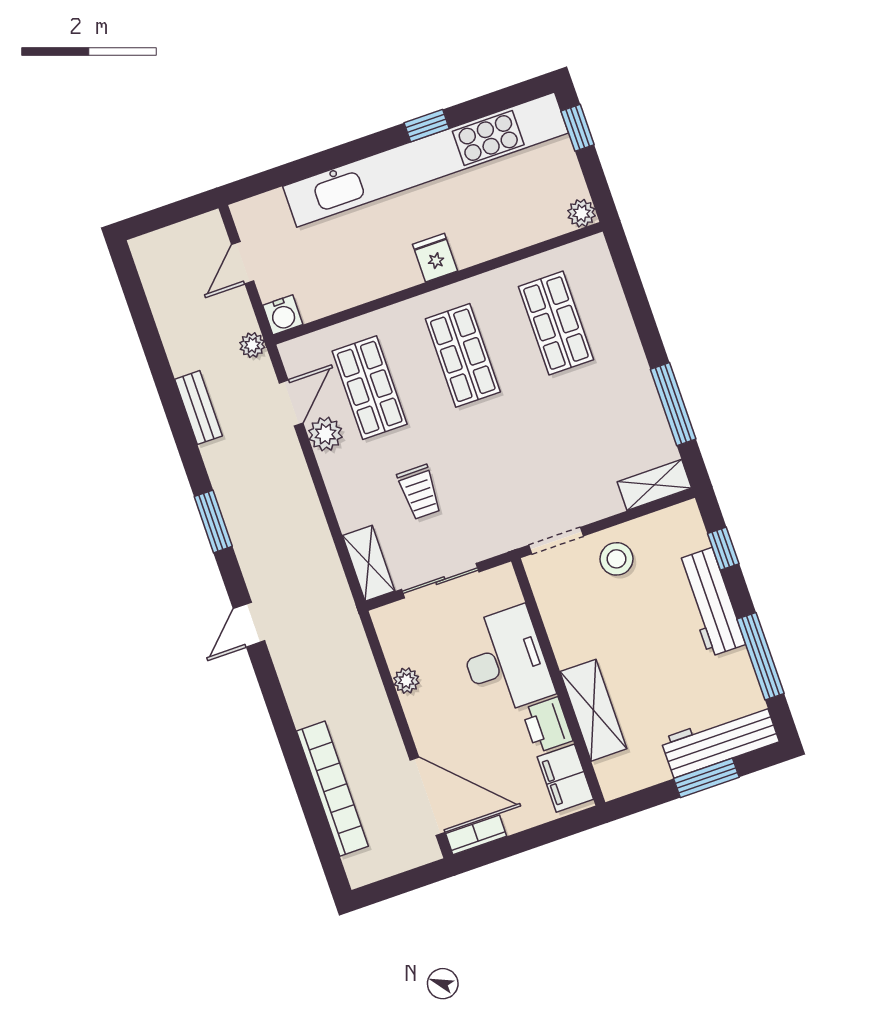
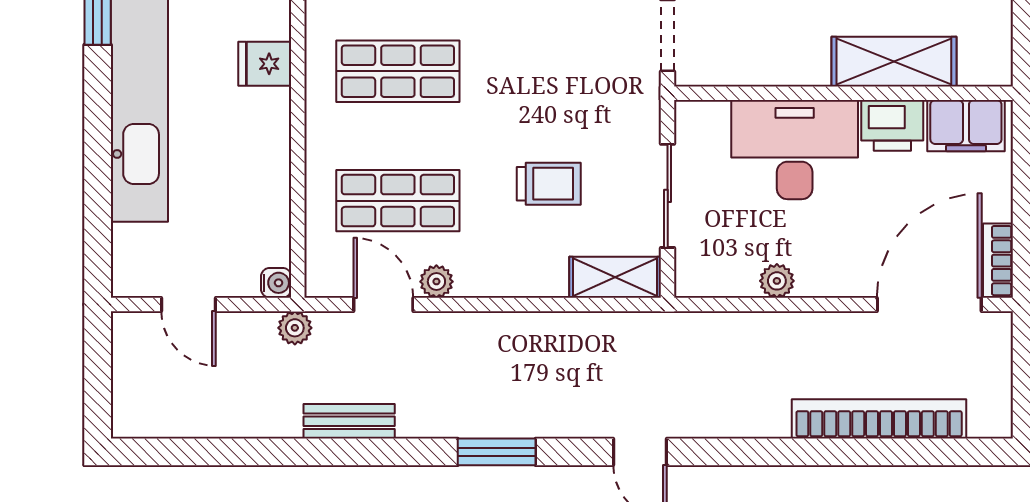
water cooler: (283, 315) -> (276, 283), width x0.72, depth x0.72
plant: (325, 434) -> (436, 282), width x0.73, depth x0.73

